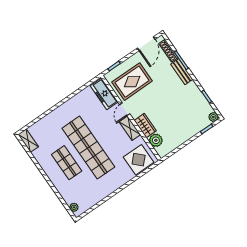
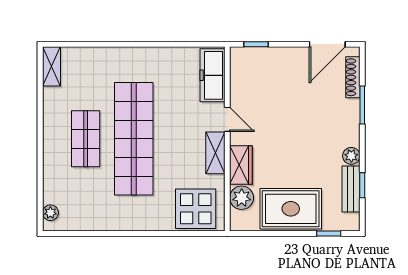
bench: (182, 72) -> (351, 189), moved
rug: (132, 82) -> (291, 209), moved
door: (125, 109) -> (227, 119), swing flipped
plant: (213, 117) -> (351, 156), moved

